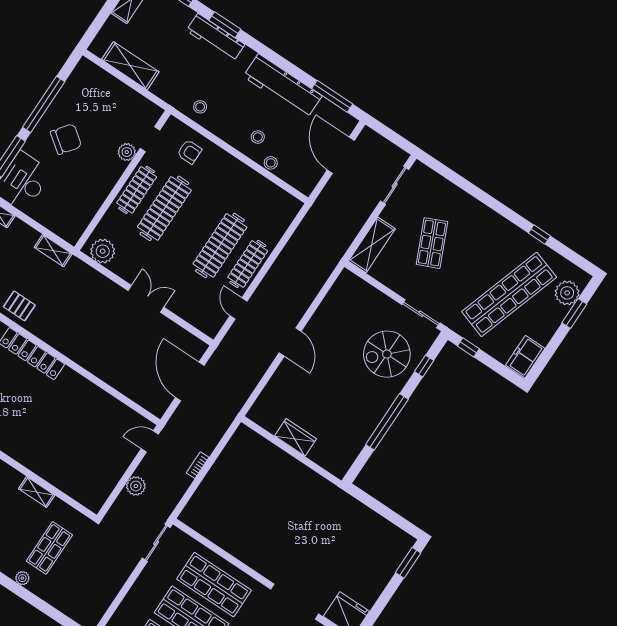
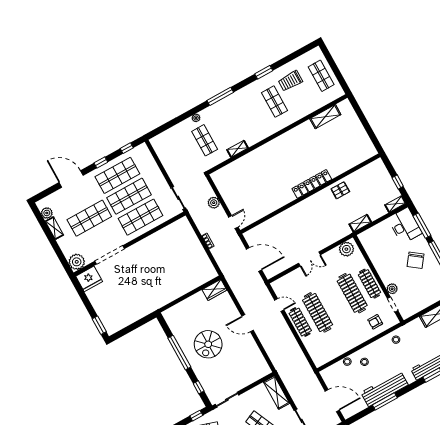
window: (332, 96) -> (385, 401), moved
spiral stairs: (387, 354) -> (208, 344), moved, turned 180
wardrobe: (296, 437) -> (214, 290), moved

